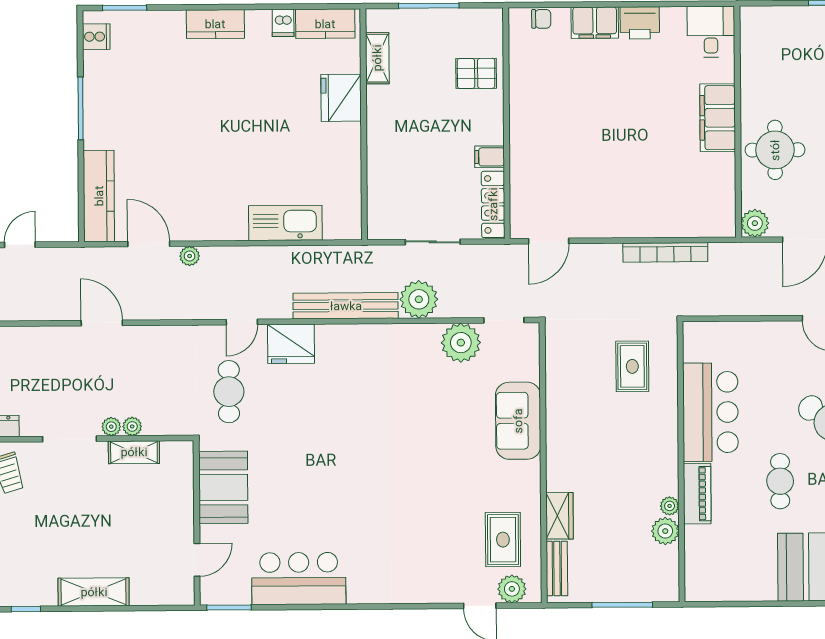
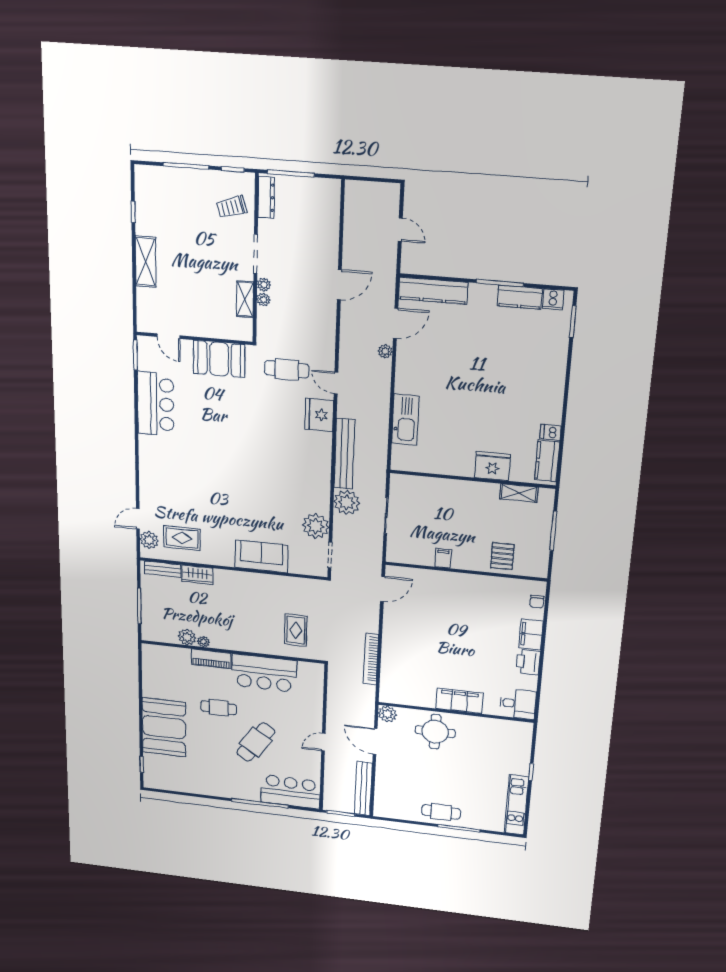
kitchen counter: (215, 24) -> (520, 297), moved, turned -90
locker: (493, 204) -> (410, 557), removed
door: (549, 241) -> (383, 589), swing flipped
rug: (632, 366) -> (296, 630), turned 90

